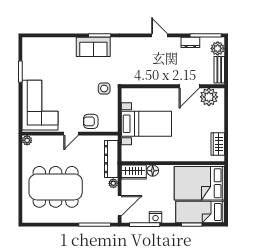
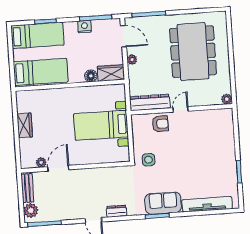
dresser: (190, 42) -> (117, 211), moved
tv unit: (52, 43) -> (207, 204), added
plant: (209, 97) -> (41, 163), width x0.53, depth x0.53
corner sofa: (40, 105) -> (216, 137), removed
wardrobe: (218, 144) -> (25, 125), moved
dresser: (111, 159) -> (150, 102), moved, turned -90
bed: (199, 183) -> (41, 72), width x0.67
dining table: (56, 187) -> (193, 52), turned 90
door: (120, 206) -> (123, 36), swing flipped

